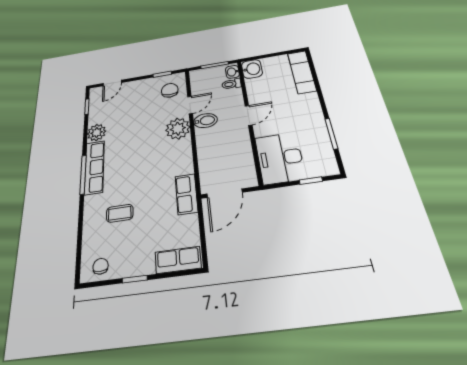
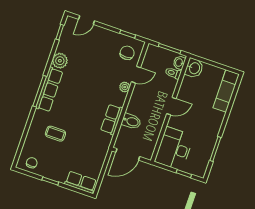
bidet: (205, 121) -> (131, 121), moved
plant: (178, 129) -> (125, 87), width x0.53, depth x0.53
row of seats: (186, 194) -> (112, 119), moved

